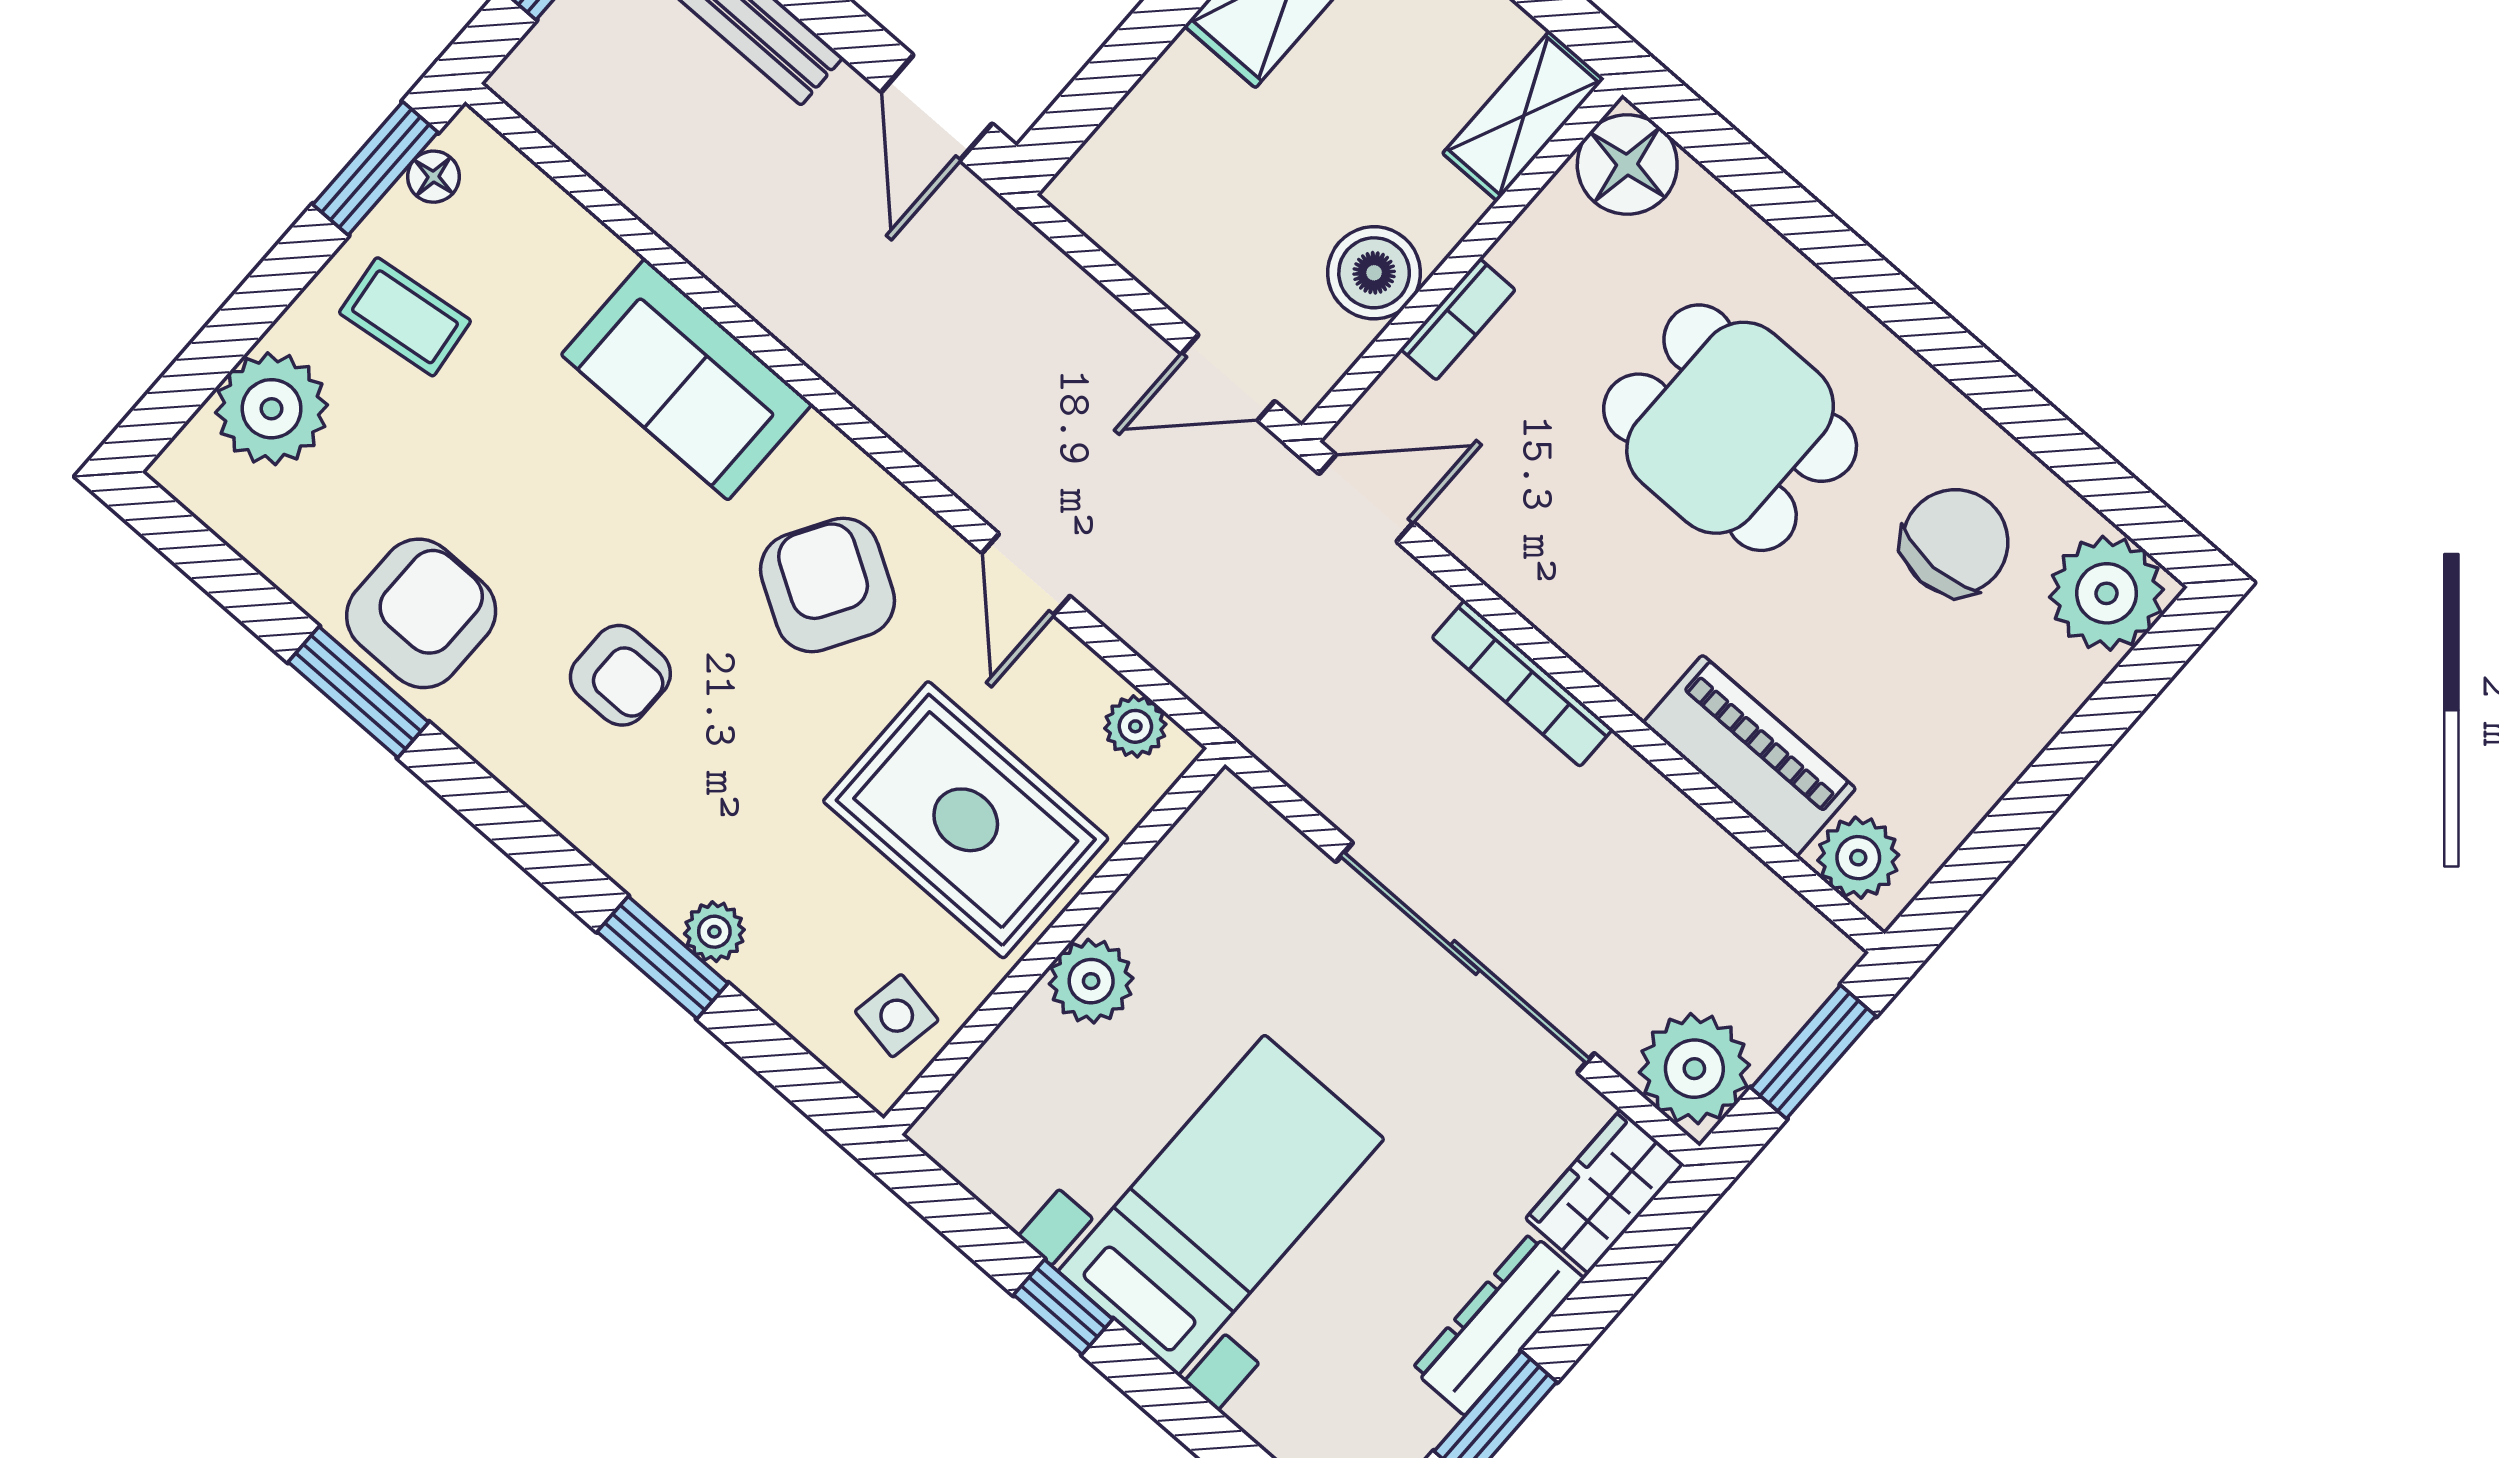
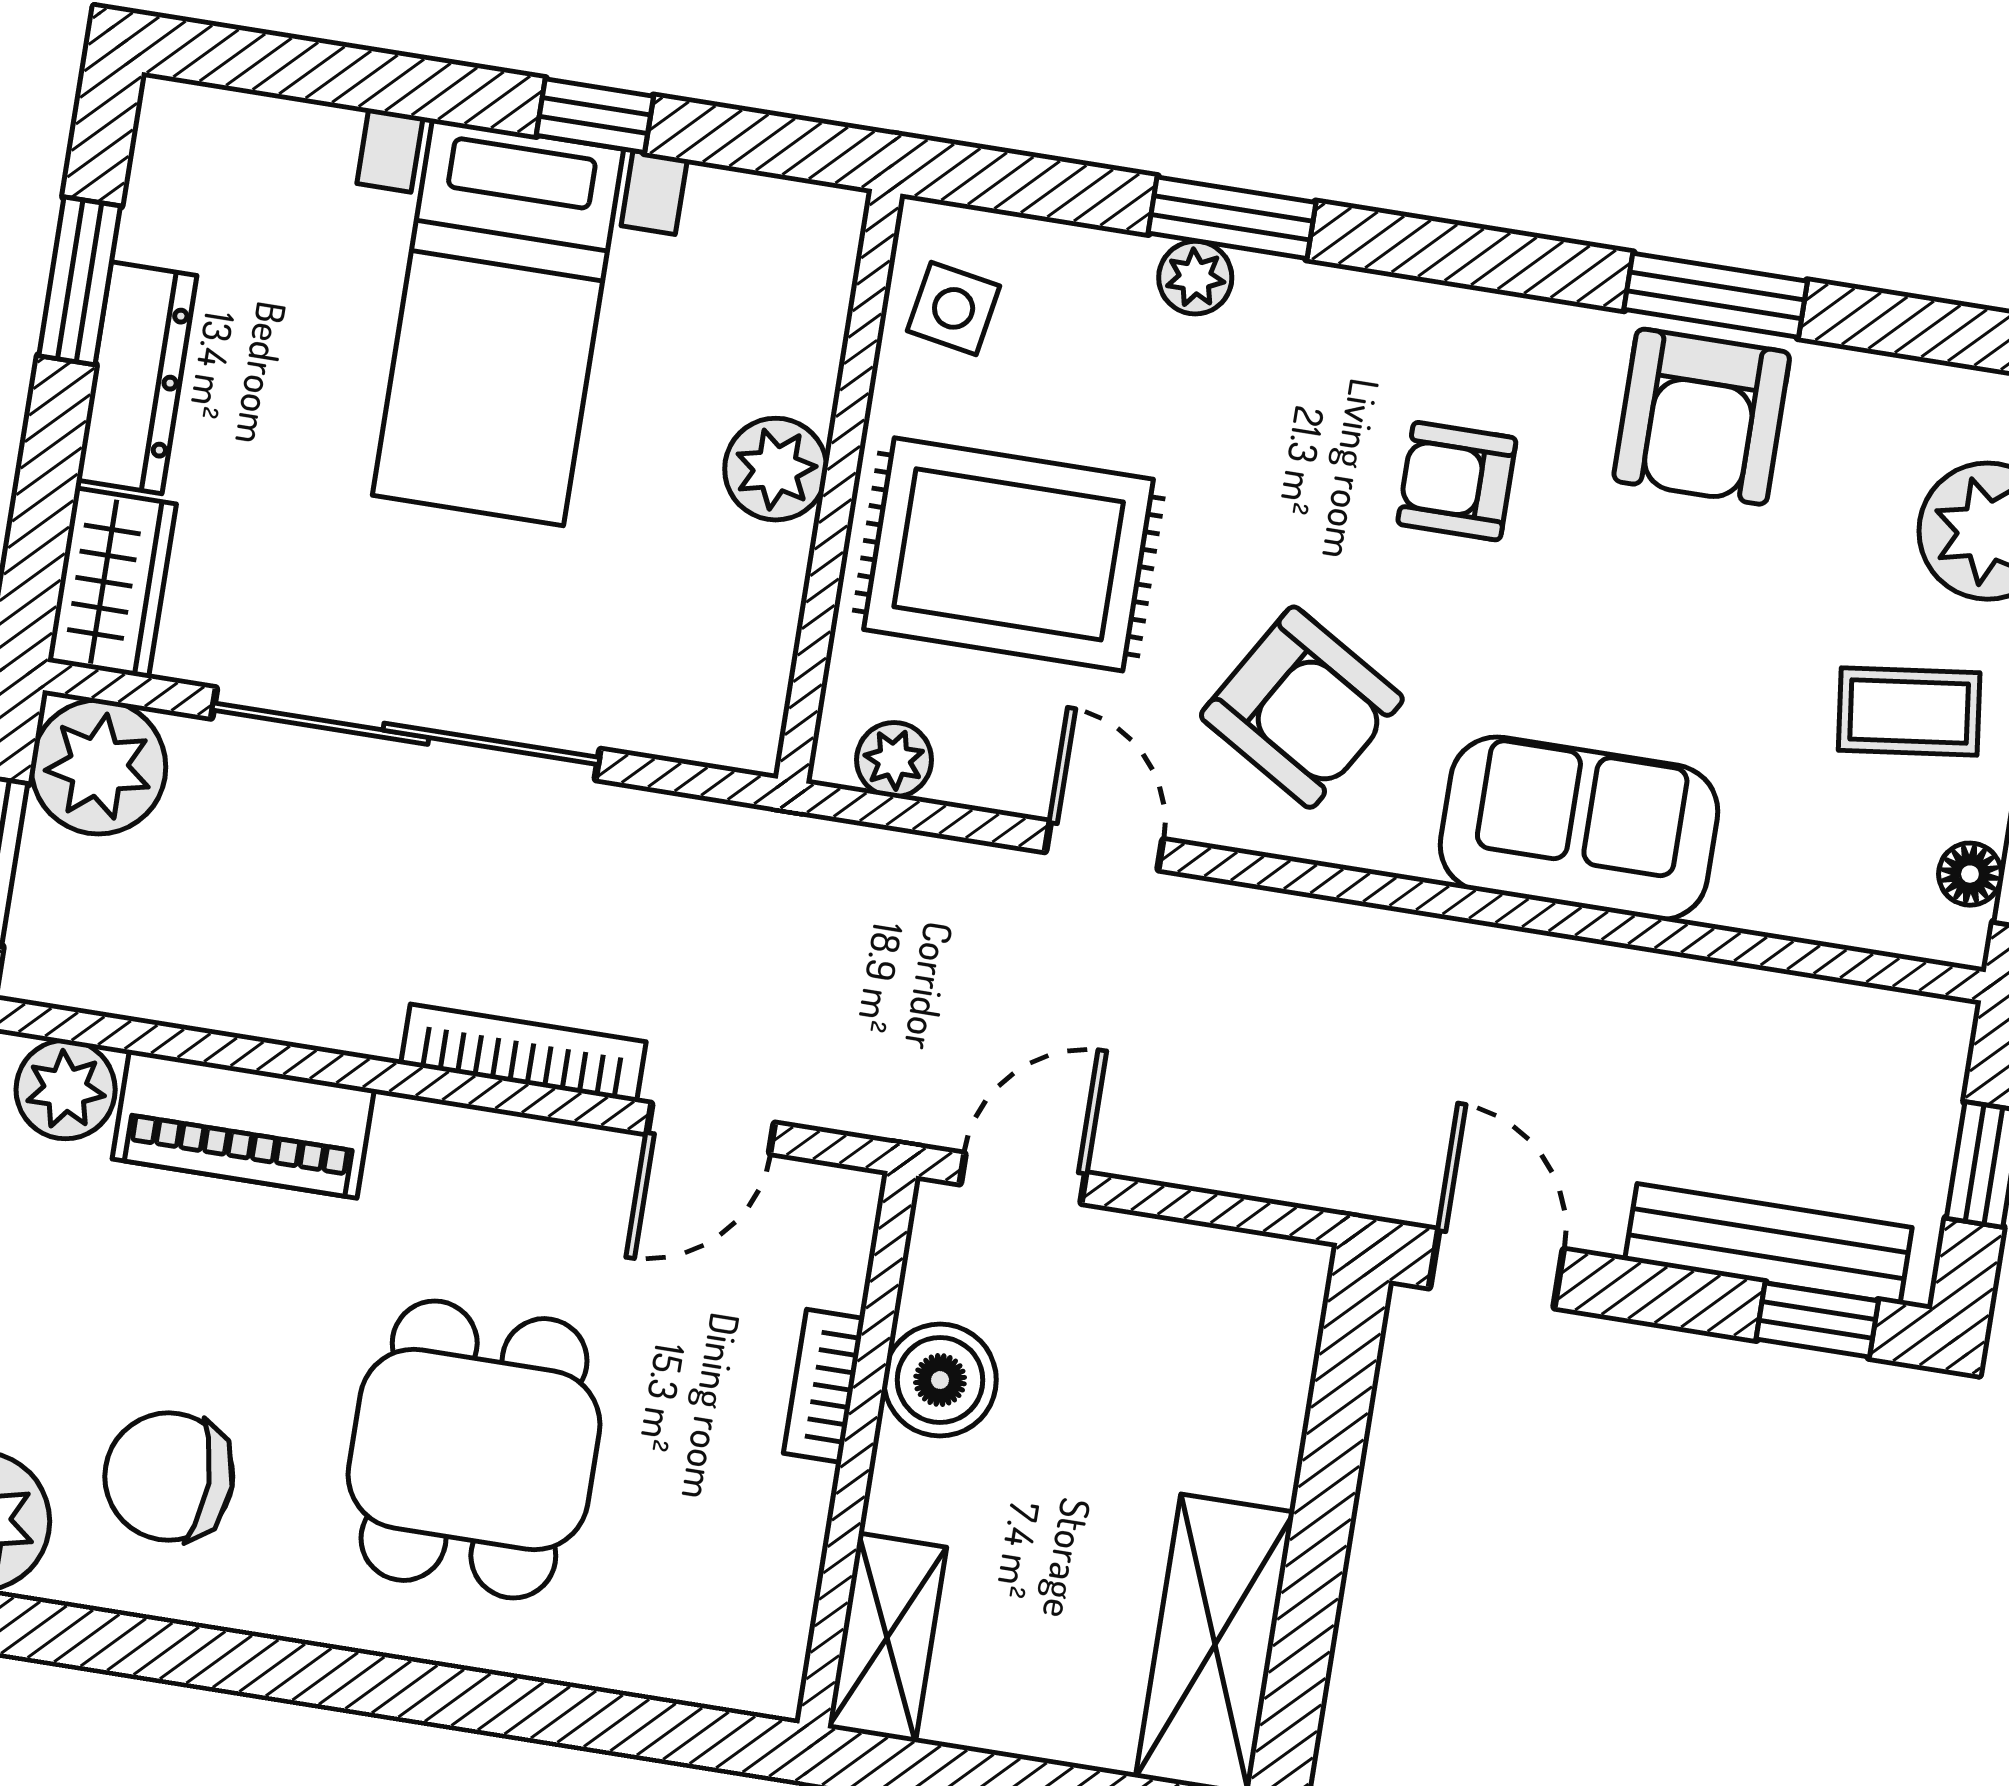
floor lamp: (1627, 165) -> (749, 1654), removed
dining table: (1730, 428) -> (474, 1450), turned 90
door: (1366, 498) -> (711, 1128), moved
chair: (1955, 542) -> (169, 1477), turned 90

